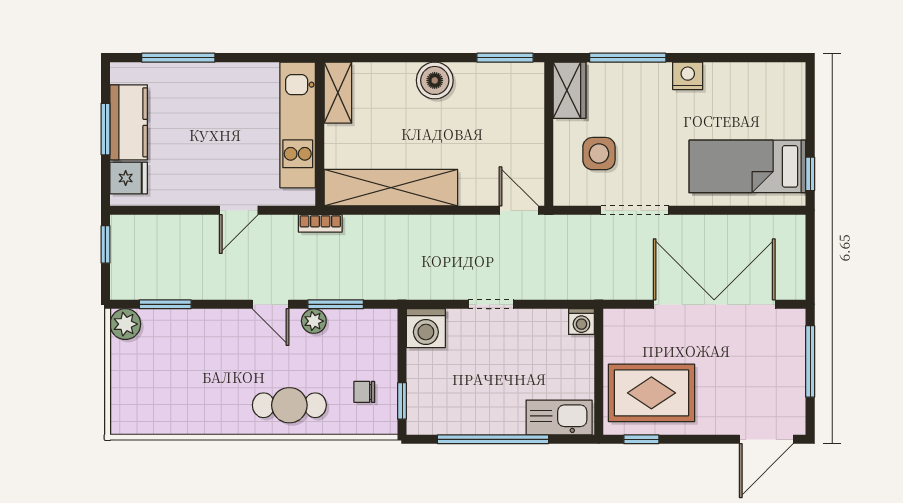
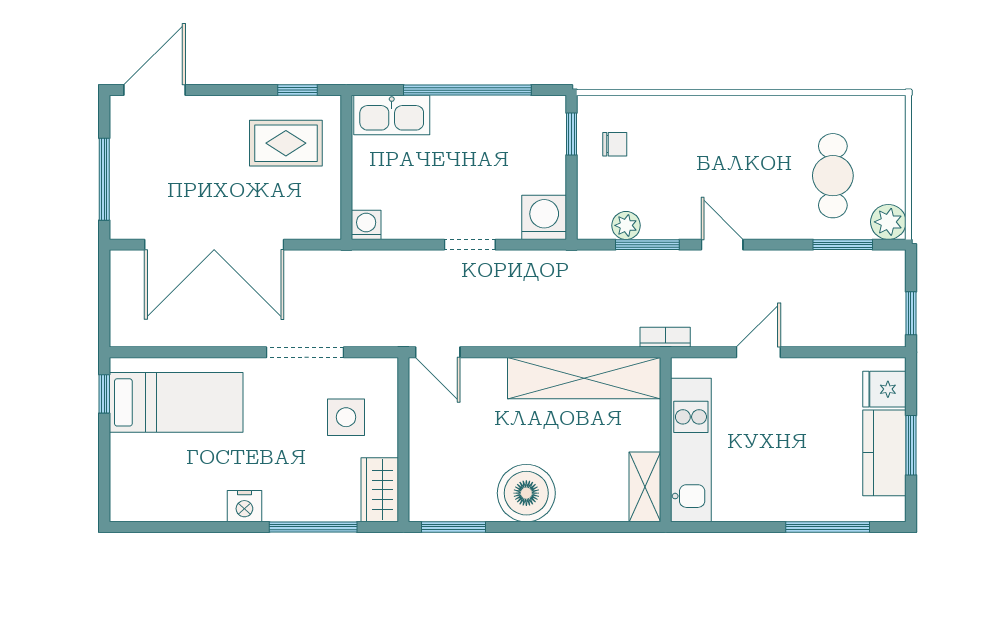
boiler: (435, 80) -> (526, 493), width x1.37, depth x1.37
plant: (314, 321) -> (626, 225), moved
rug: (651, 393) -> (286, 143), width x0.73, depth x0.70
cafe table: (289, 405) -> (833, 176), moved, turned 90

